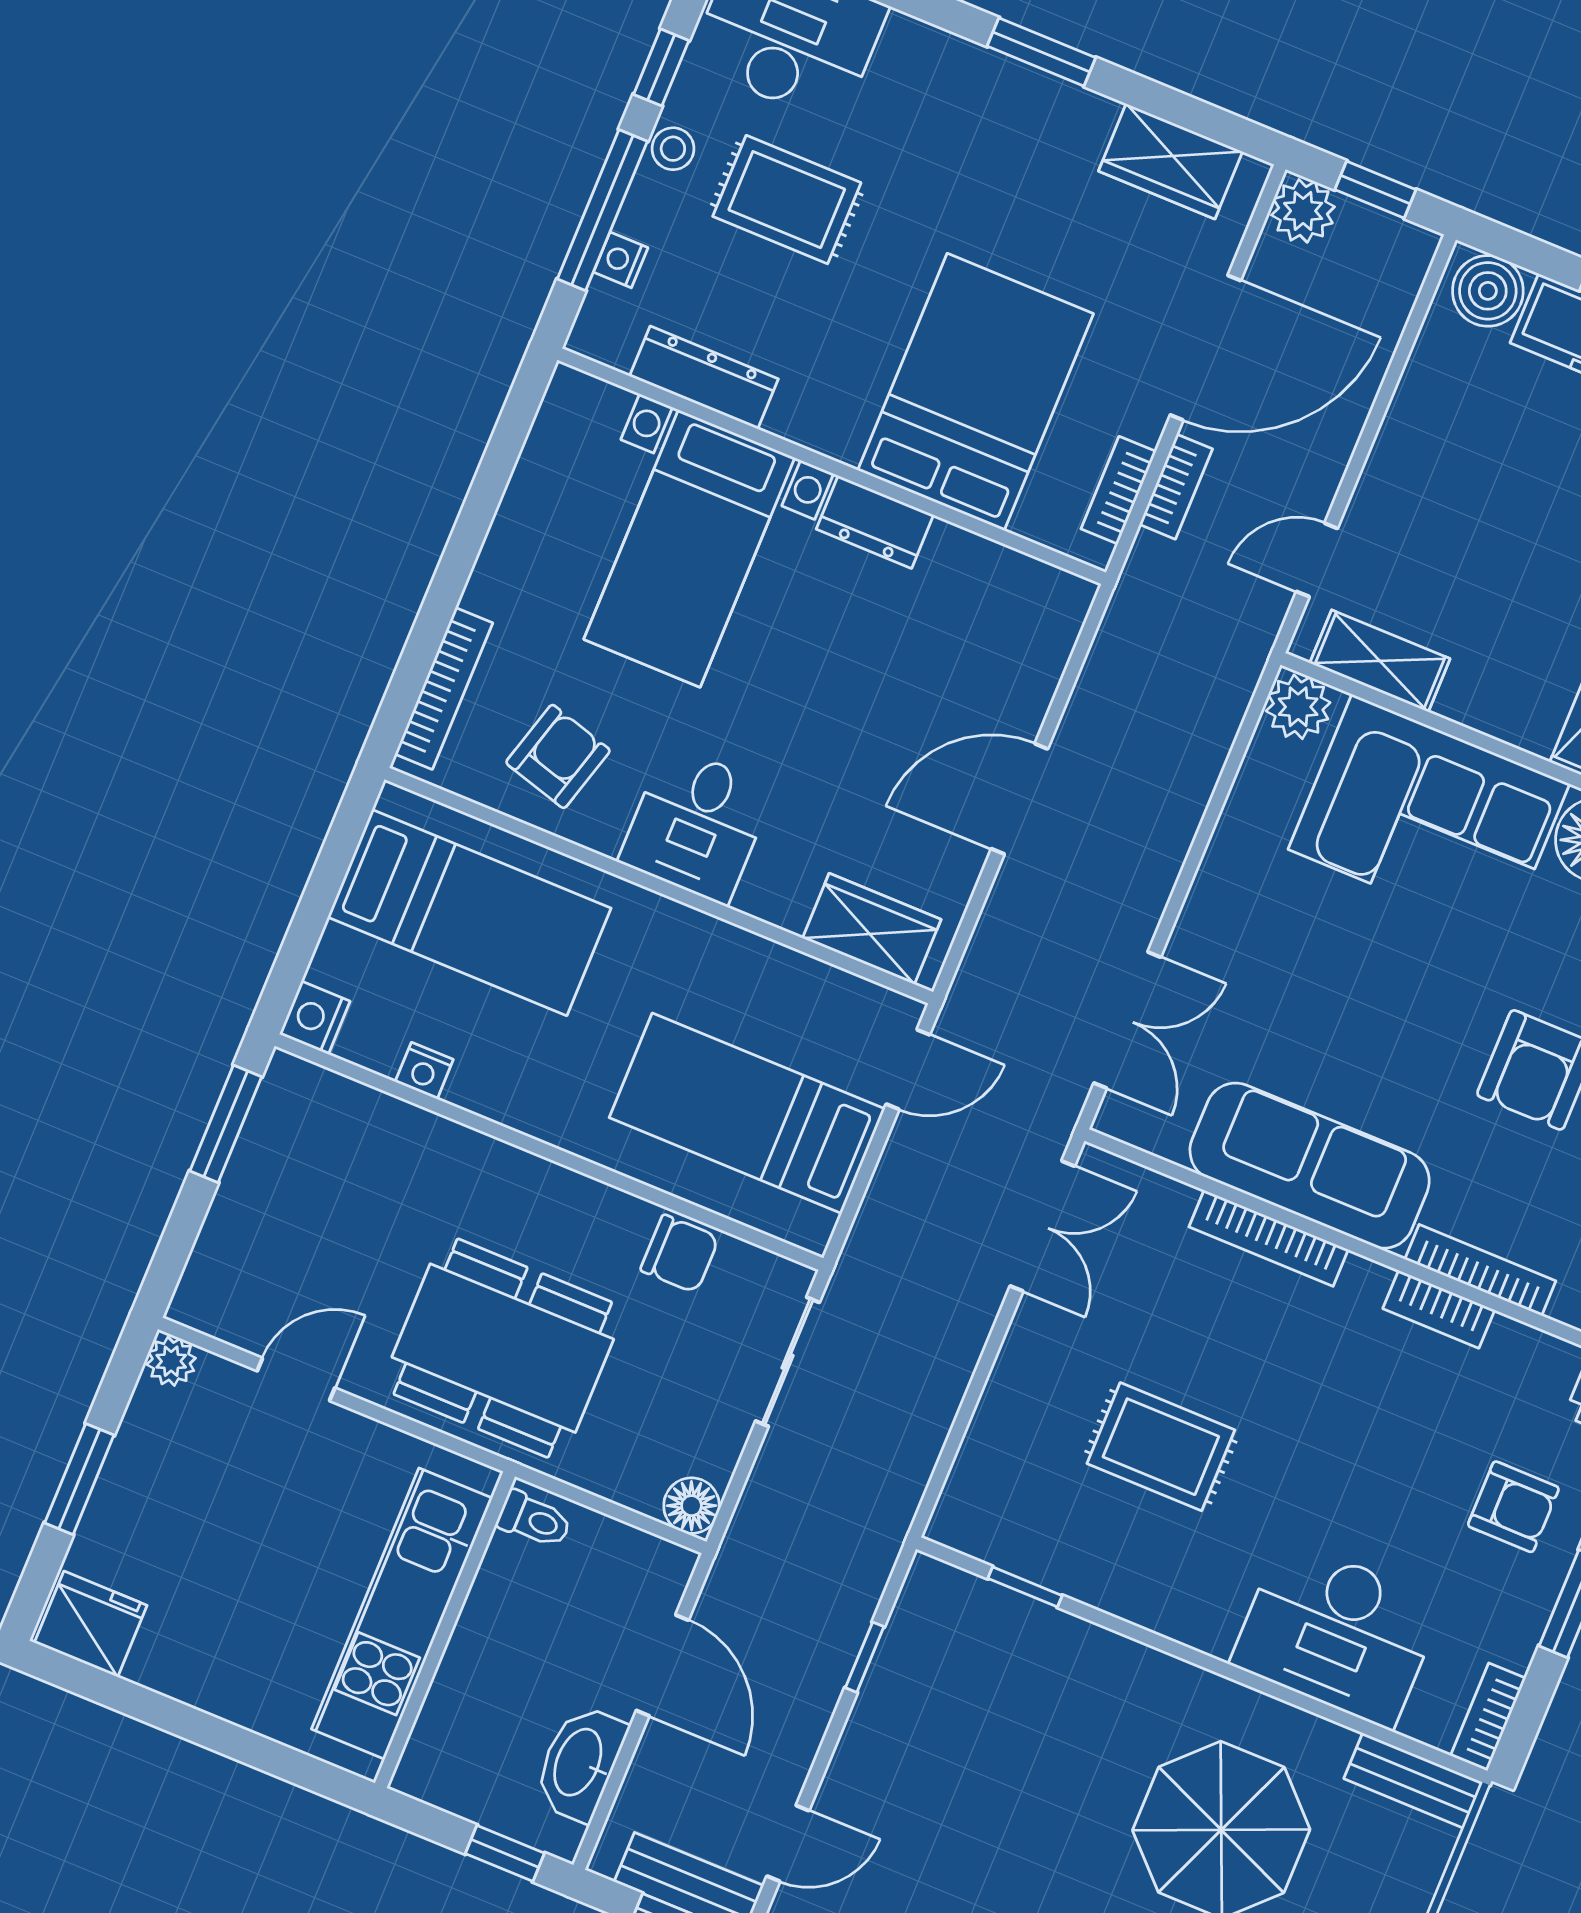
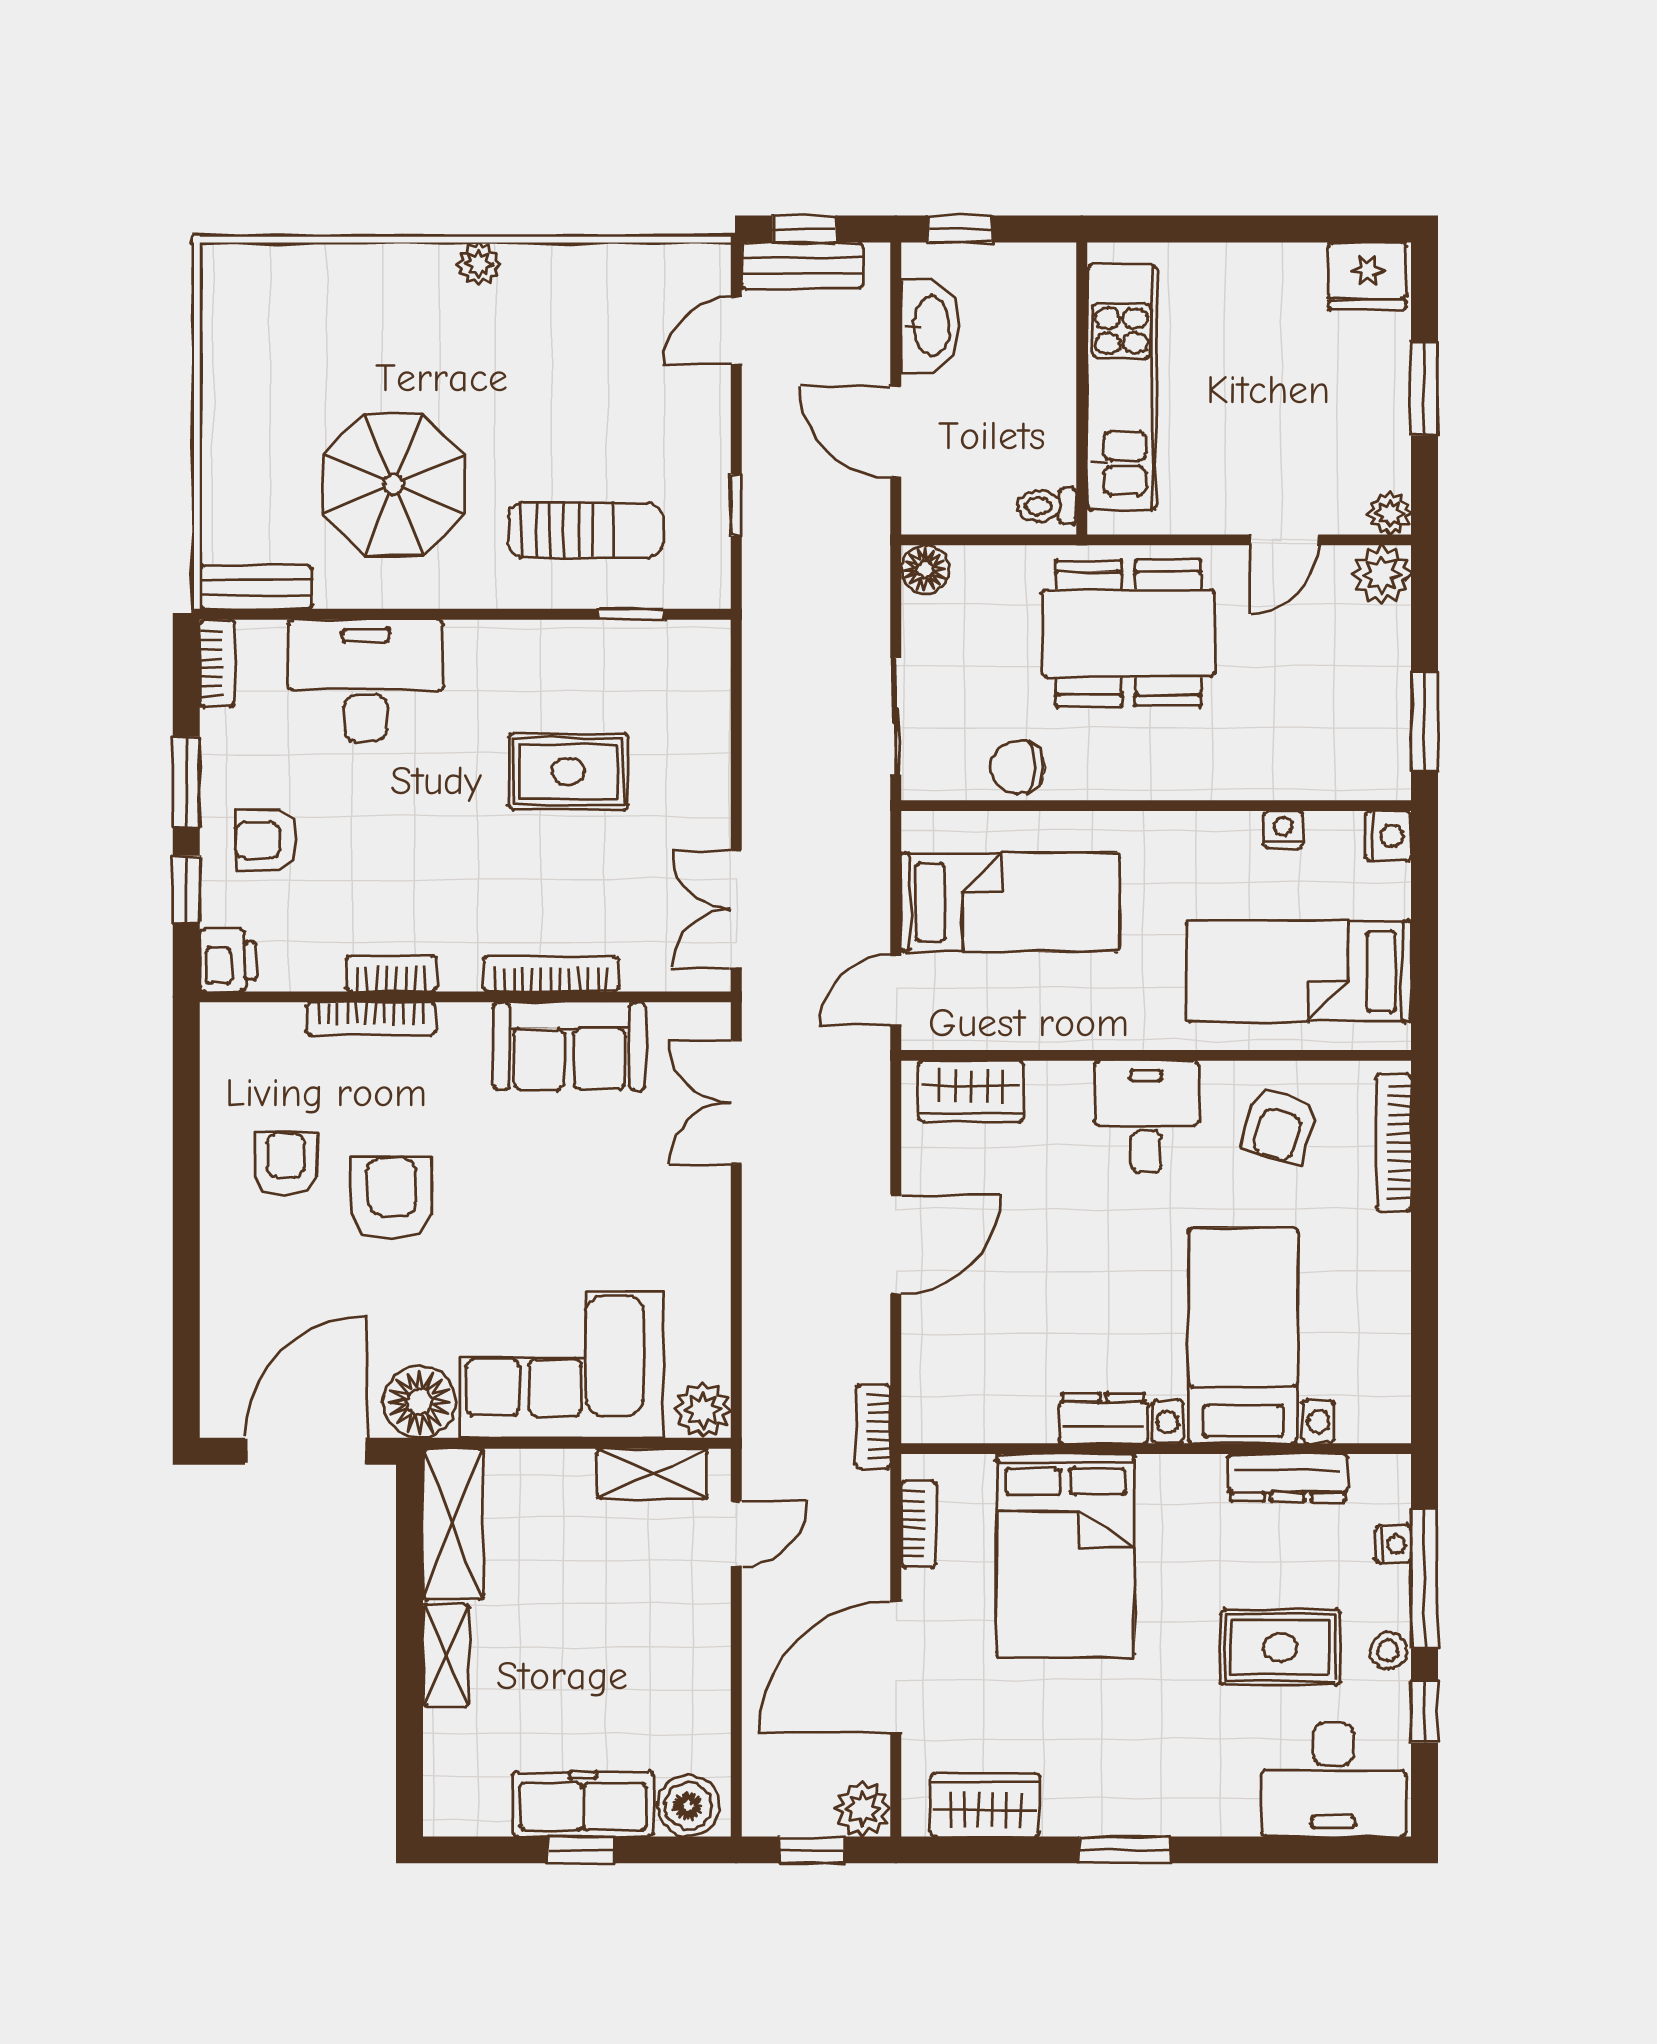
bookcase: (1176, 487) -> (873, 1426), moved
sofa: (1310, 1166) -> (569, 1046), width x0.73
plant: (207, 1299) -> (1382, 575), added
sun lounger: (1037, 1697) -> (585, 530), added

